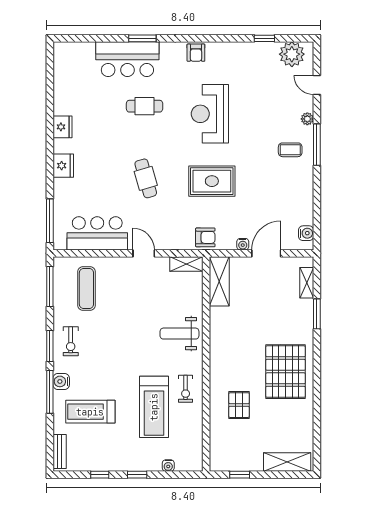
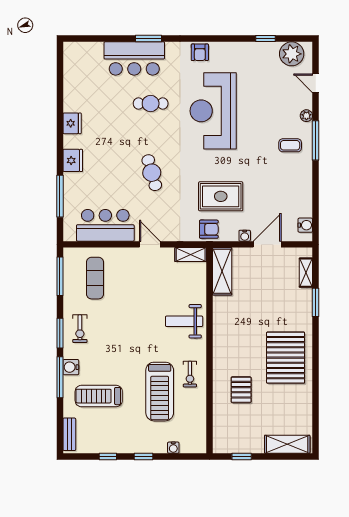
reception desk: (210, 114) -> (213, 111), width x1.36, depth x1.30
rug: (212, 181) -> (221, 196), moved
window: (50, 221) -> (60, 196), moved

